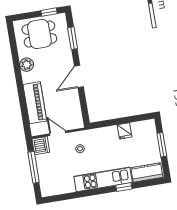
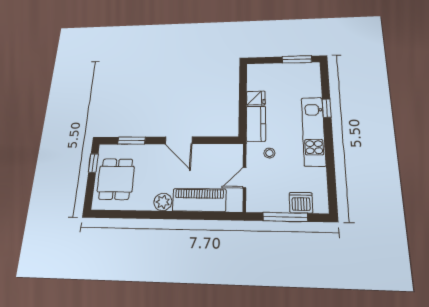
plant: (27, 65) -> (163, 202), moved
window: (162, 145) -> (297, 59), moved
dishwasher: (41, 146) -> (301, 203), moved
kitchen counter: (147, 173) -> (256, 124), moved, turned 180

